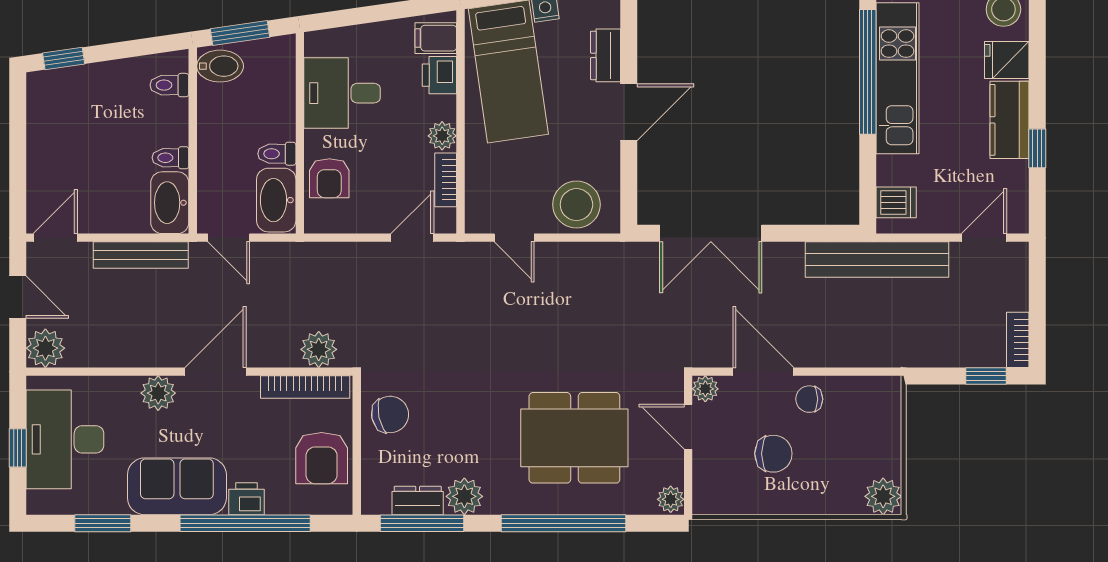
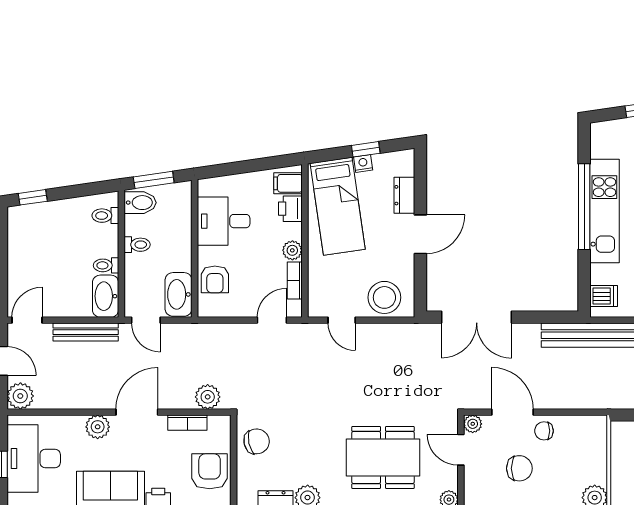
toilet: (277, 154) -> (137, 245), moved, turned 180
bookcase: (305, 387) -> (187, 423), width x0.64
armchair: (322, 458) -> (210, 471), turned 180

